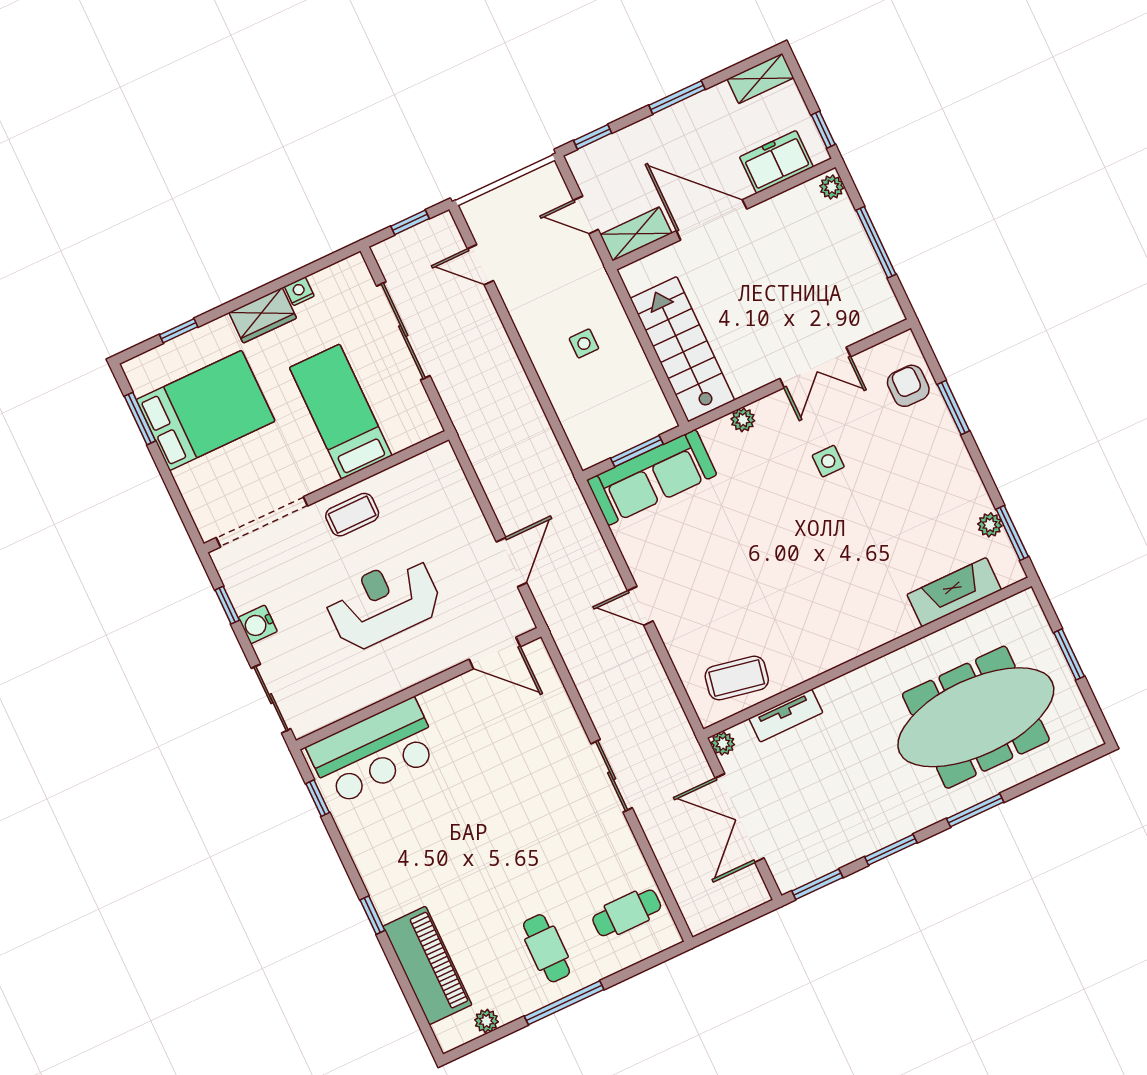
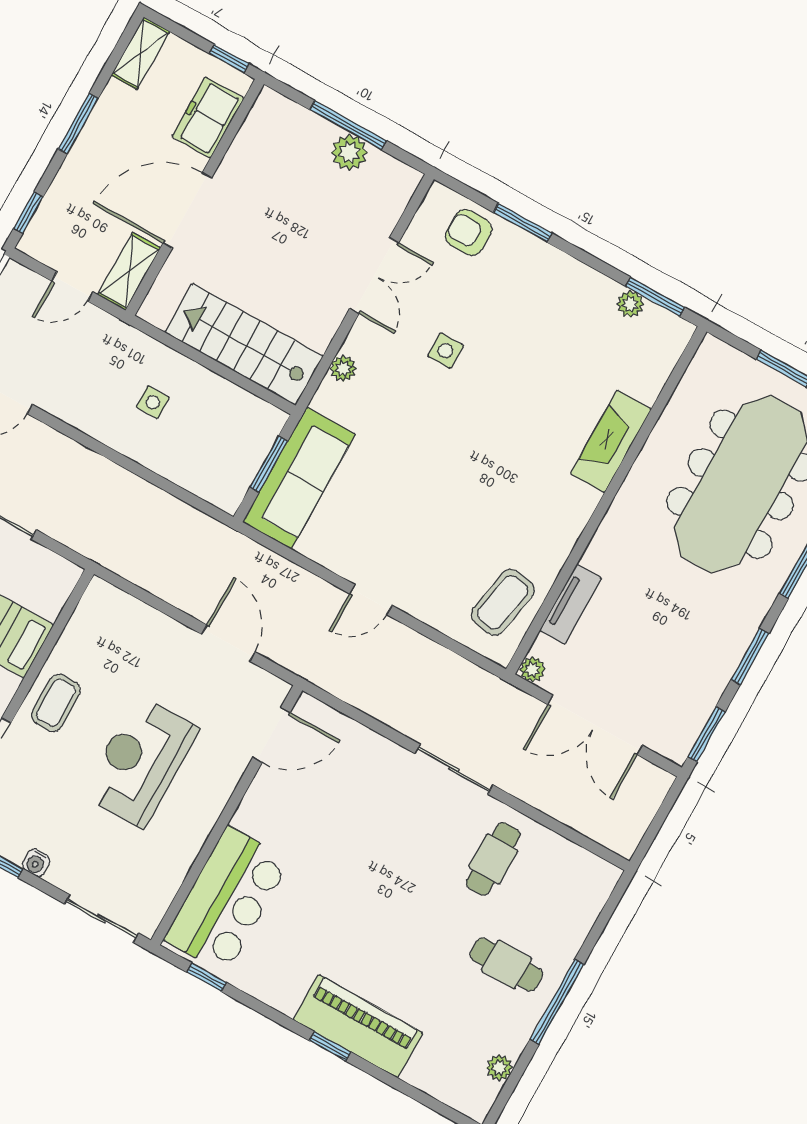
plant: (832, 187) -> (349, 152), moved, width x1.38, depth x1.38
fireplace: (954, 592) -> (611, 441), moved
water cooler: (258, 624) -> (36, 863), width x0.72, depth x0.72
cafe table: (627, 913) -> (493, 859), moved
piano: (427, 966) -> (358, 1026), moved

